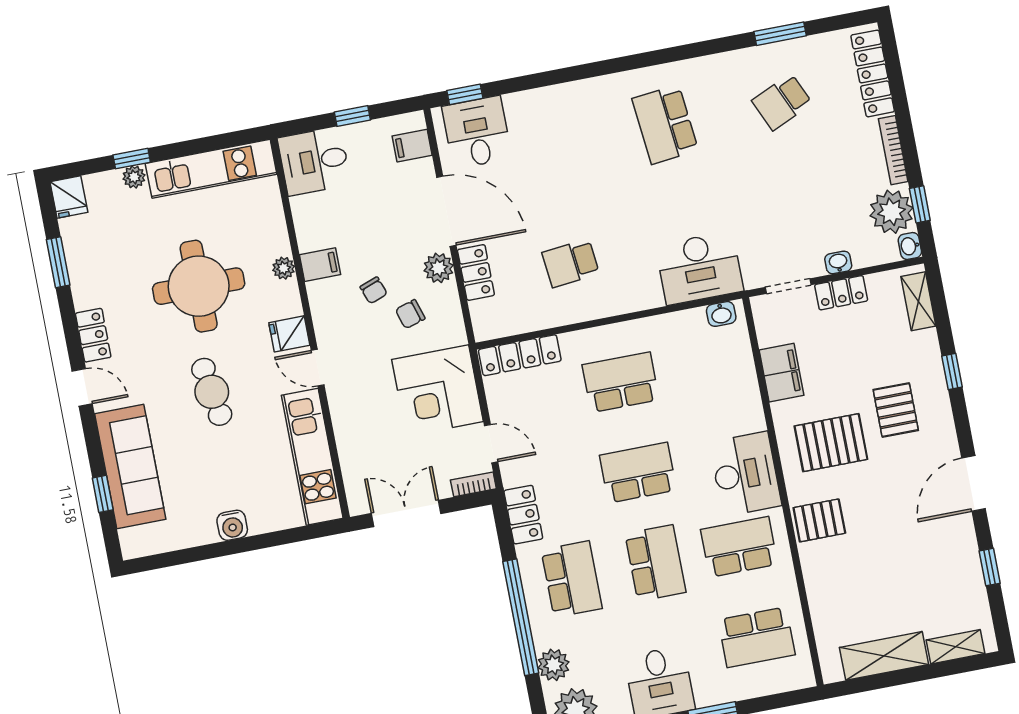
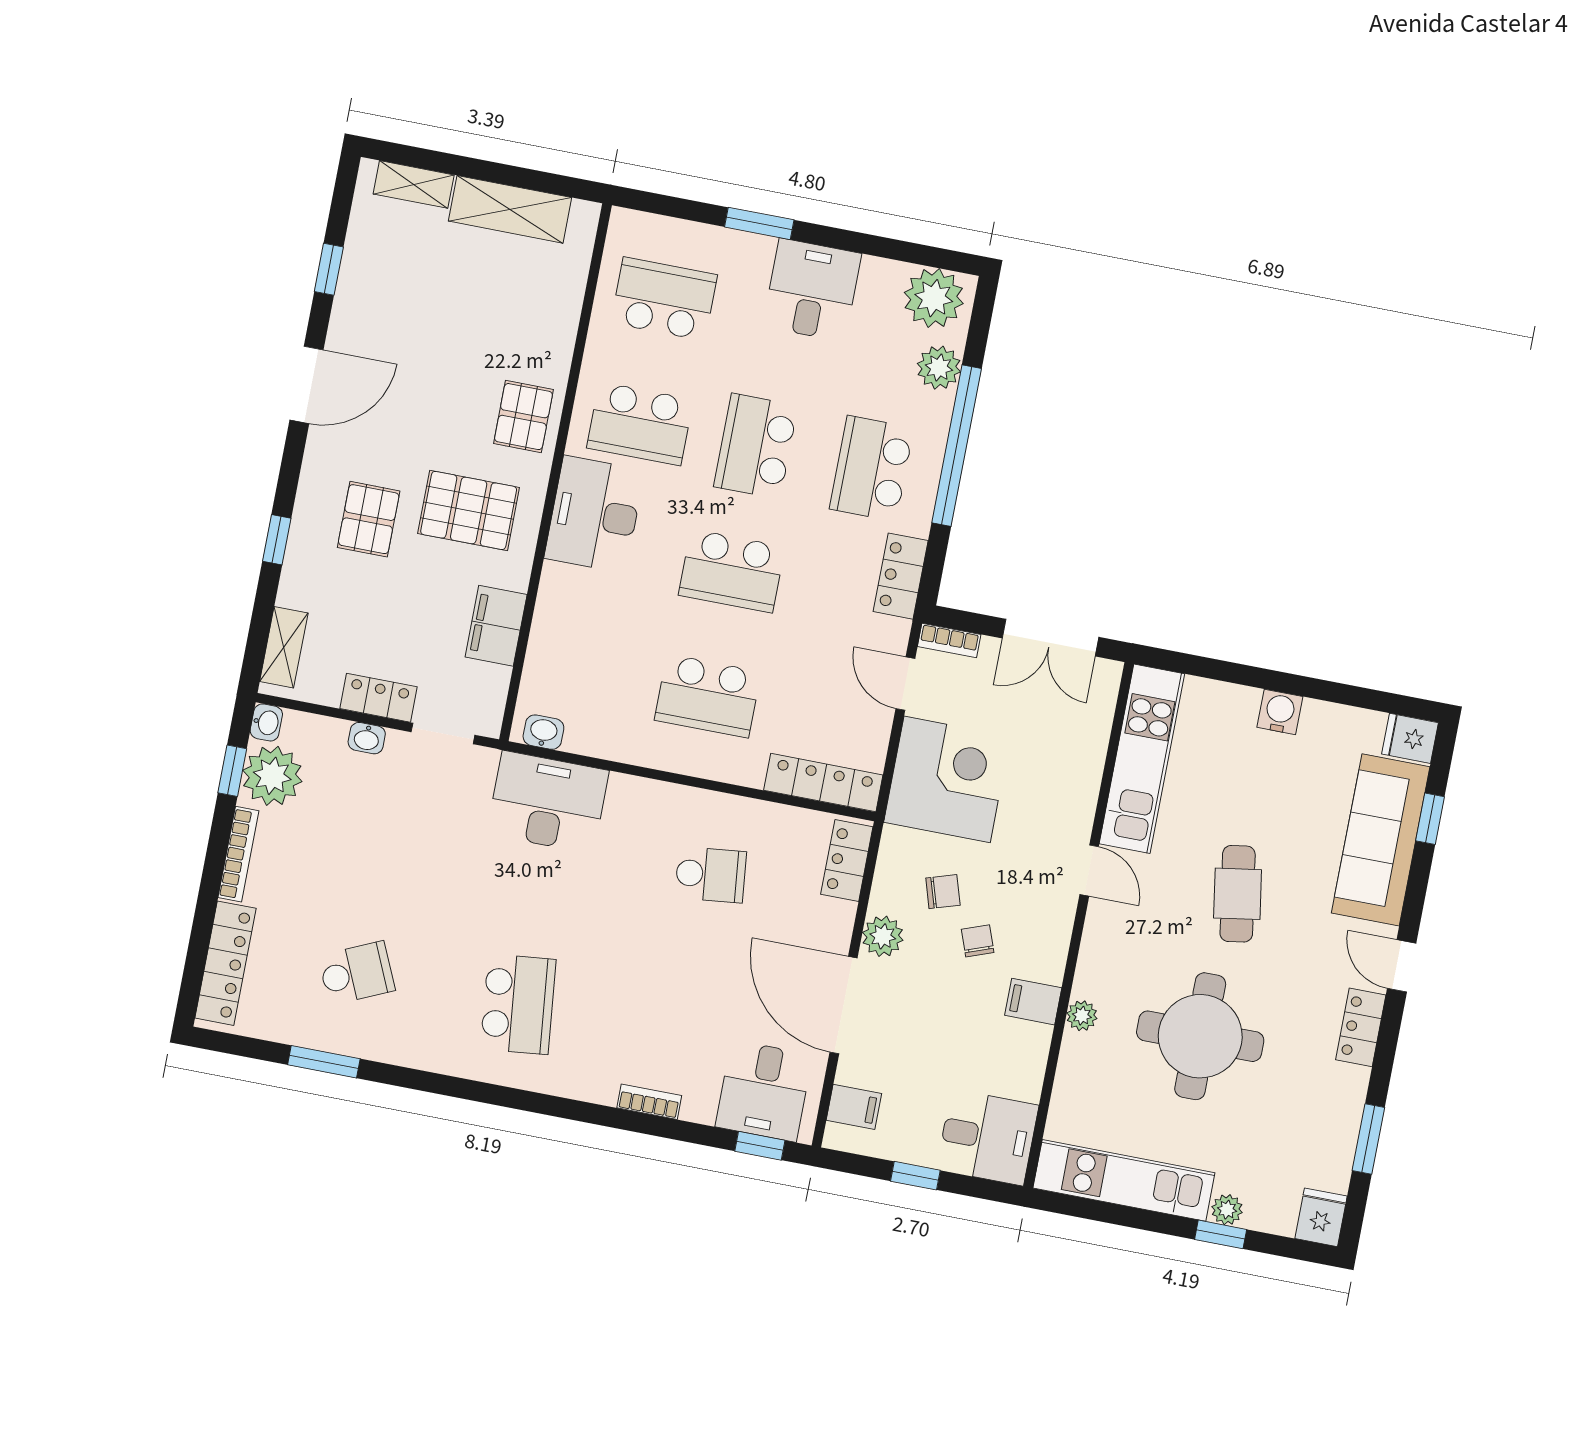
bookcase: (551, 94) -> (649, 1102), added
locker: (476, 272) -> (847, 860), moved
fridge: (289, 334) -> (1410, 738), moved, turned 180
pallet: (819, 520) -> (523, 417), turned 90

